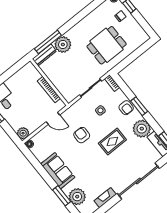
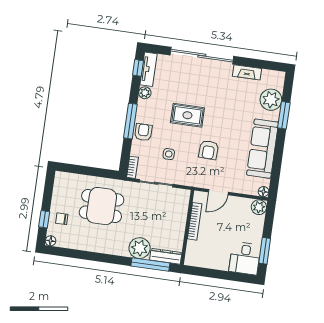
window: (139, 106) -> (130, 121), width x1.44
door: (53, 118) -> (218, 192), swing flipped
plant: (142, 129) -> (145, 93), width x0.53, depth x0.53
sofa: (58, 171) -> (263, 149), width x1.36

